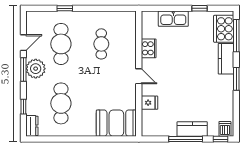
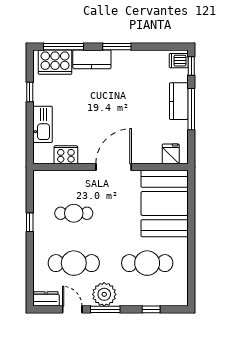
window: (65, 8) -> (30, 222), moved
cooker: (149, 48) -> (66, 155), moved
door: (139, 76) -> (114, 167), width x1.88
fridge: (149, 103) -> (171, 154), moved
booth: (116, 123) -> (165, 203), width x1.36, depth x1.42
dresser: (32, 126) -> (46, 299), moved

